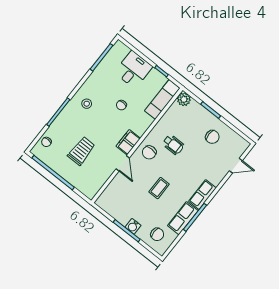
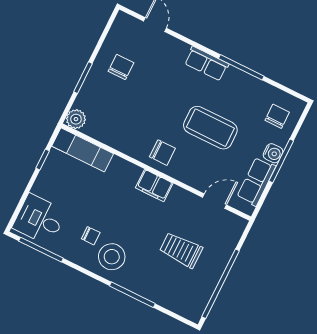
desk: (133, 70) -> (39, 220), moved
stool: (87, 104) -> (112, 257), width x1.89, depth x1.89
chair: (121, 105) -> (91, 236), moved
chair: (46, 142) -> (179, 303), removed
wheelchair: (173, 145) -> (144, 121), removed
door: (123, 163) -> (215, 201), moved
coffee table: (159, 188) -> (210, 128), width x1.86, depth x1.72
row of seats: (183, 218) -> (256, 182), moved, turned 90

